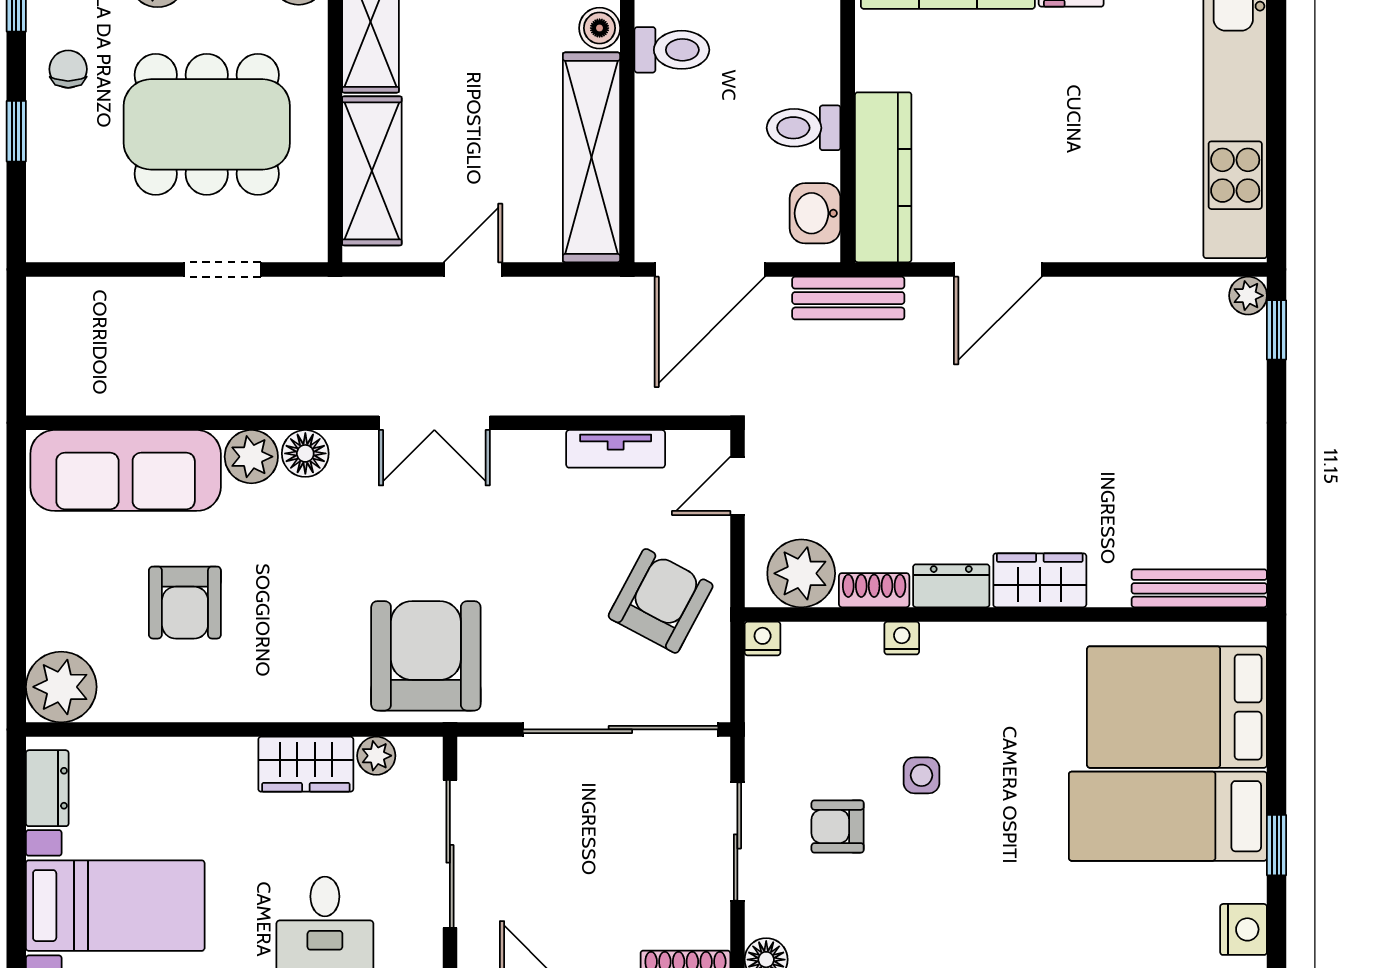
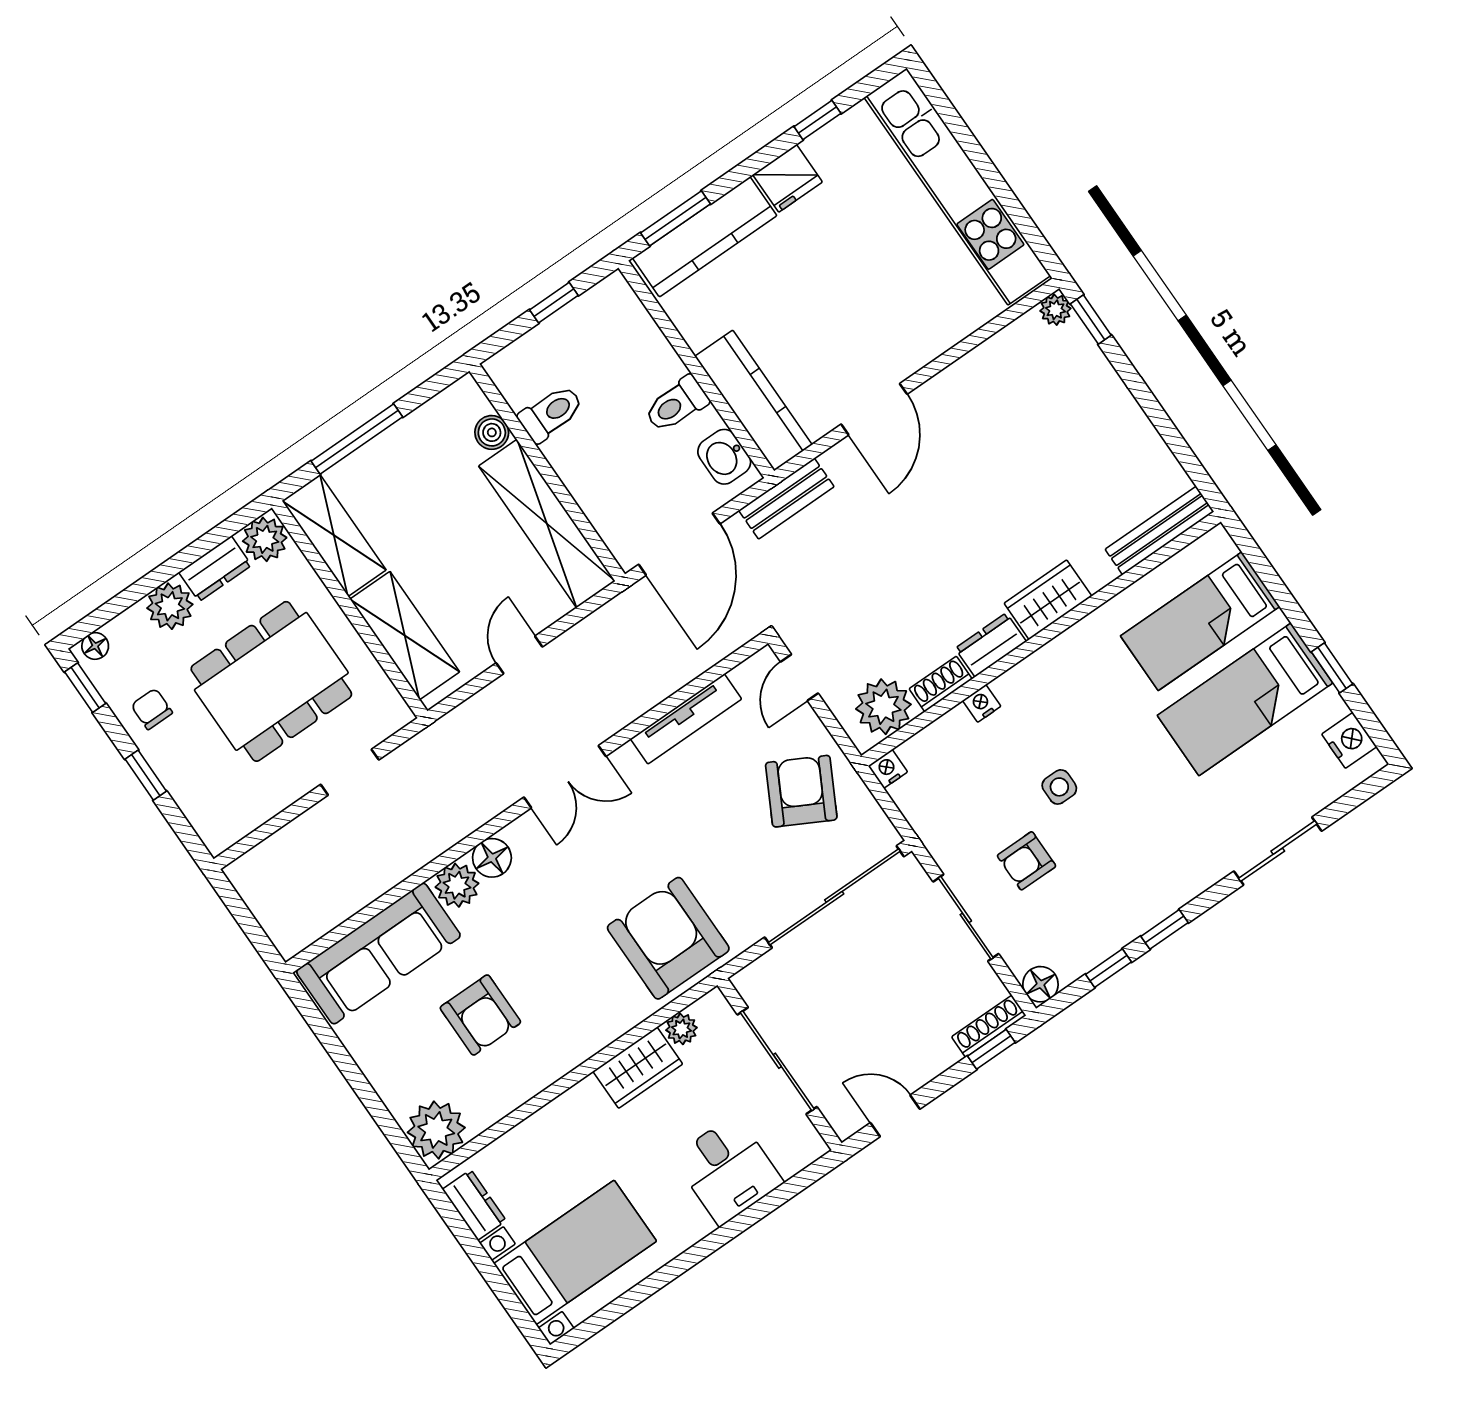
tv unit: (616, 449) -> (686, 719), width x1.41
bed: (1177, 707) -> (1200, 621), width x0.67

